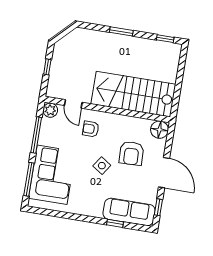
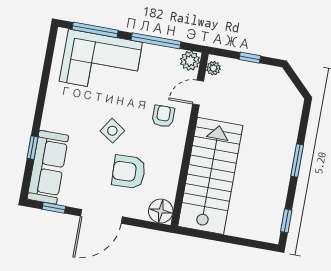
plant: (55, 93) -> (213, 68), added

